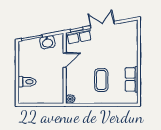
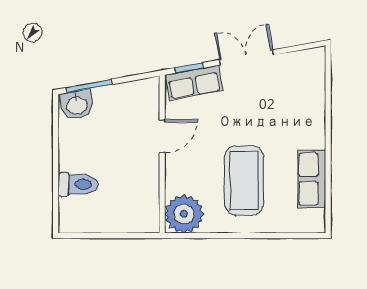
washbasin: (48, 42) -> (77, 105), moved
coffee table: (101, 80) -> (244, 180), width x1.36, depth x1.32
plant: (70, 99) -> (184, 214), width x1.88, depth x1.88

